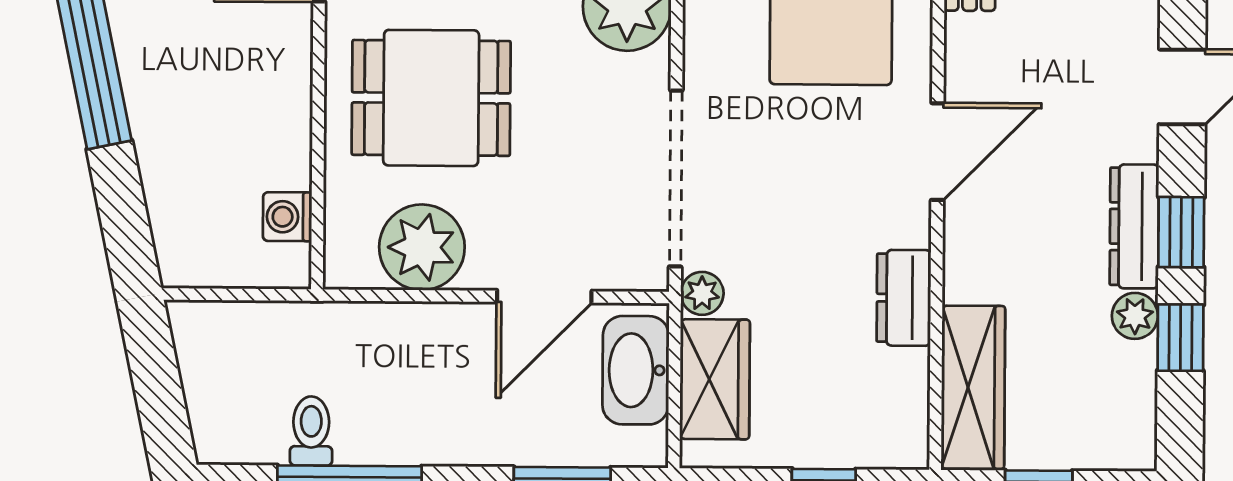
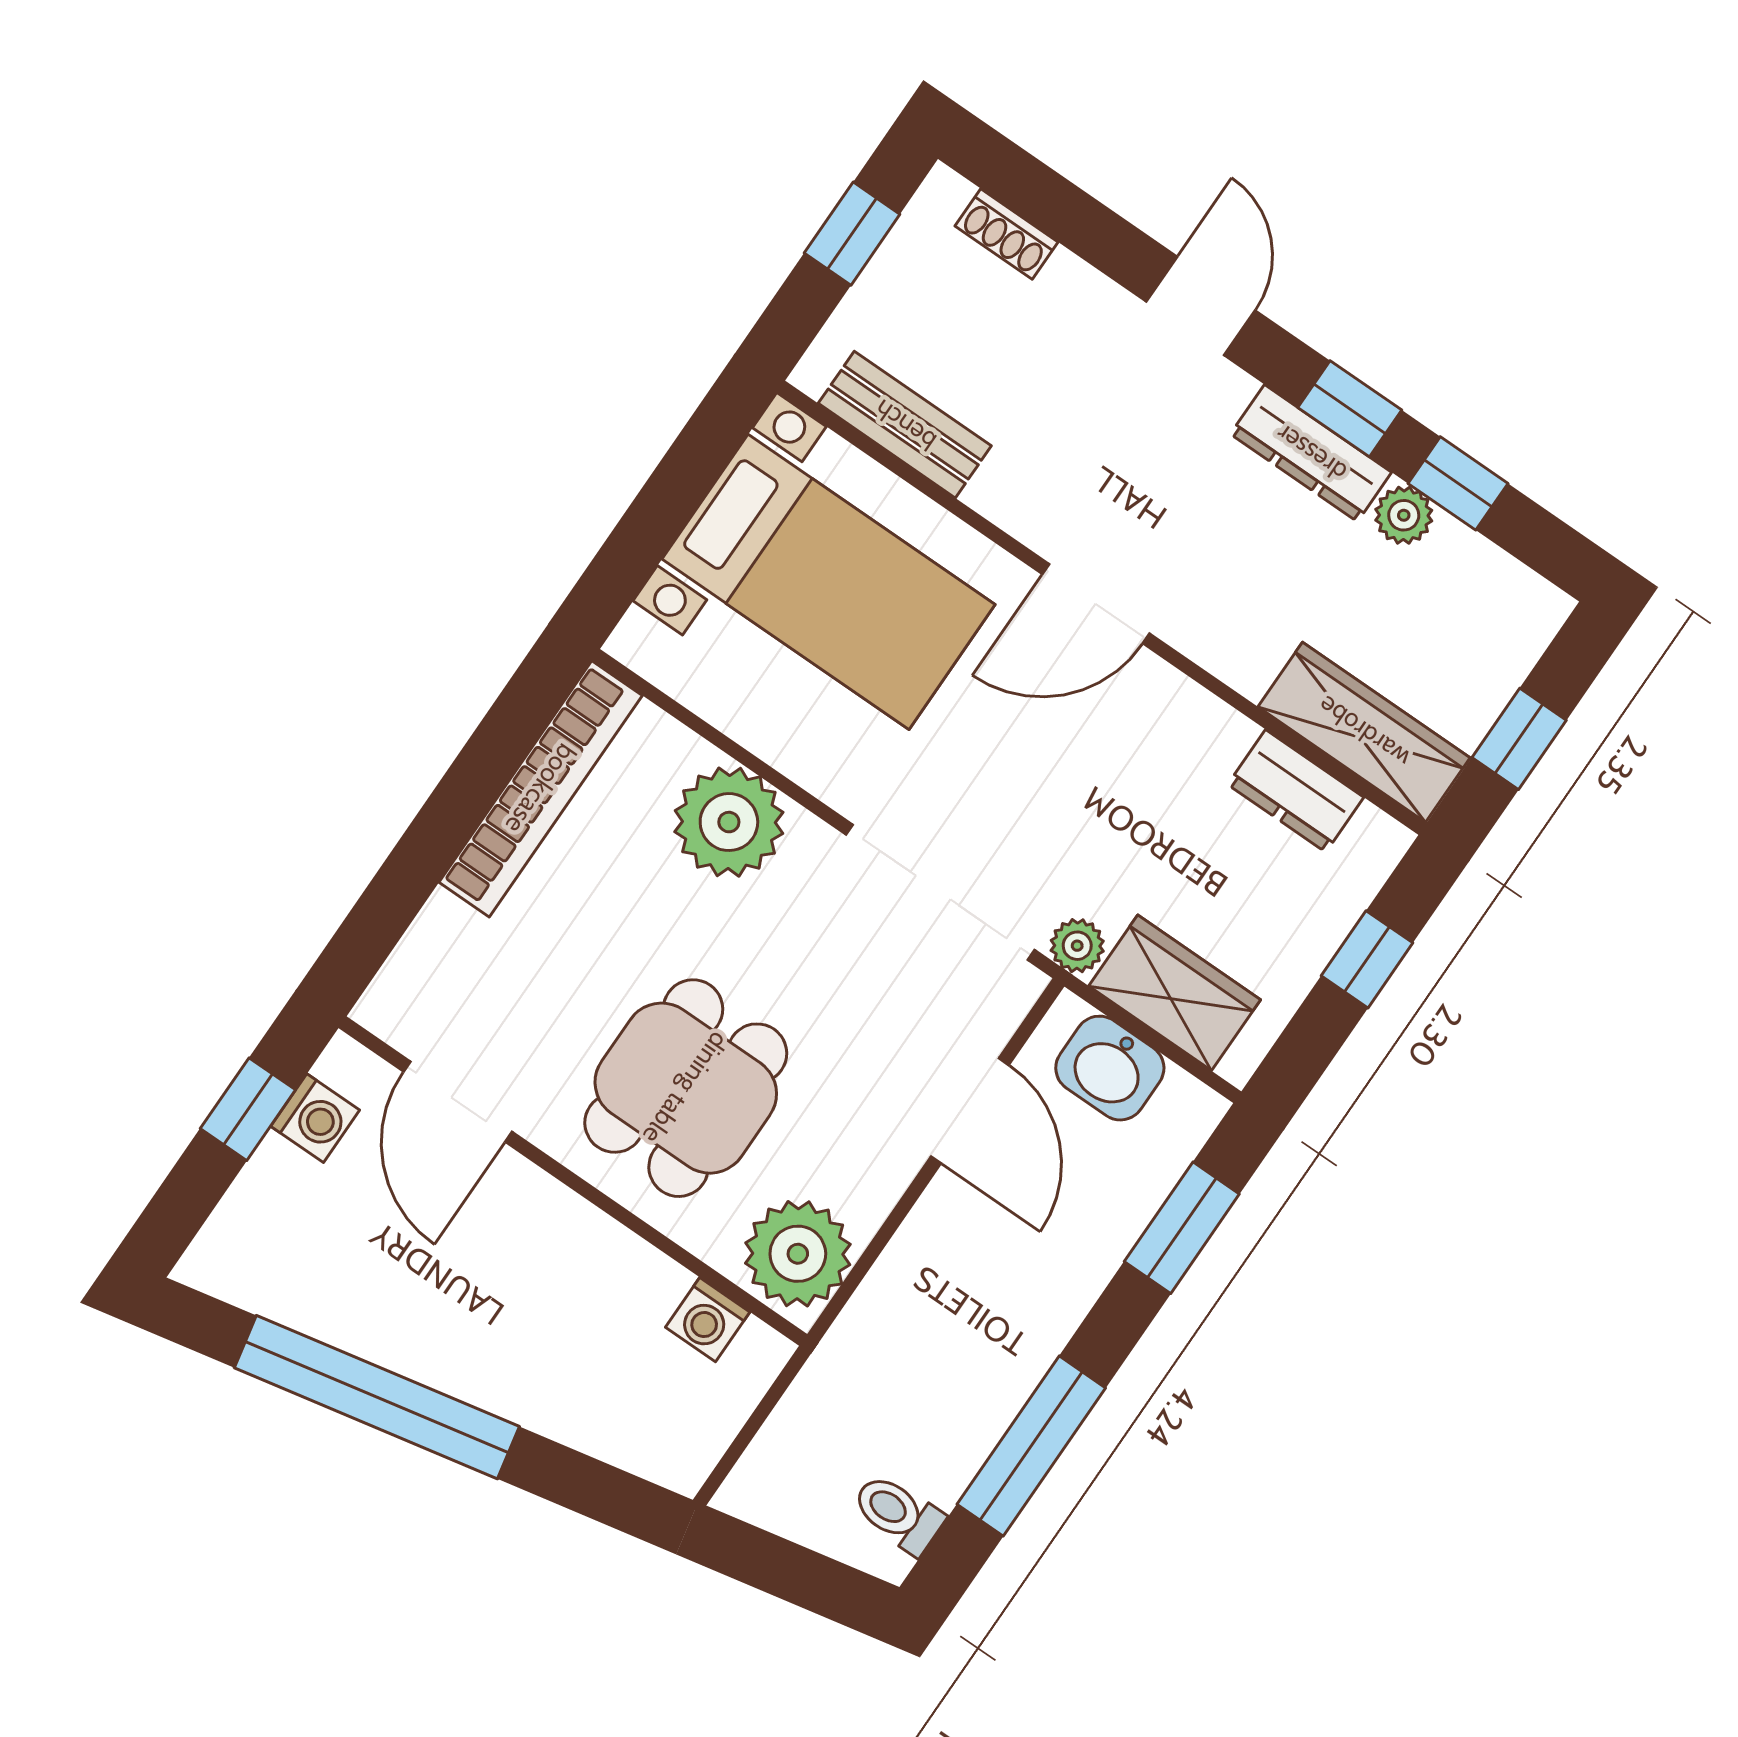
door: (937, 152) -> (1096, 604), swing flipped
plant: (422, 247) -> (798, 1254), moved
dresser: (904, 298) -> (1296, 791), moved
washbasin: (636, 370) -> (1110, 1068), width x0.72
toilet: (311, 431) -> (898, 1514), moved

